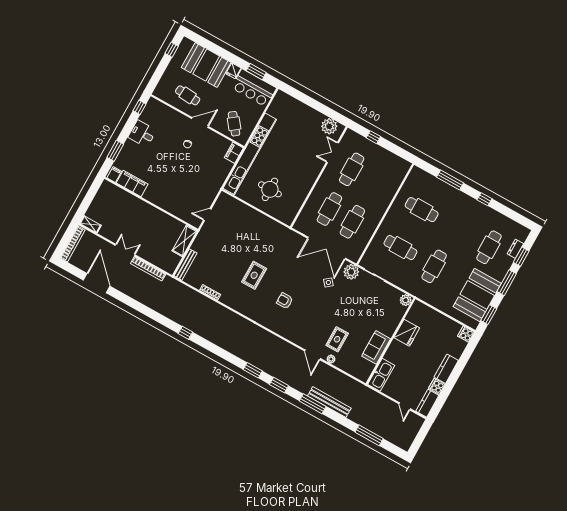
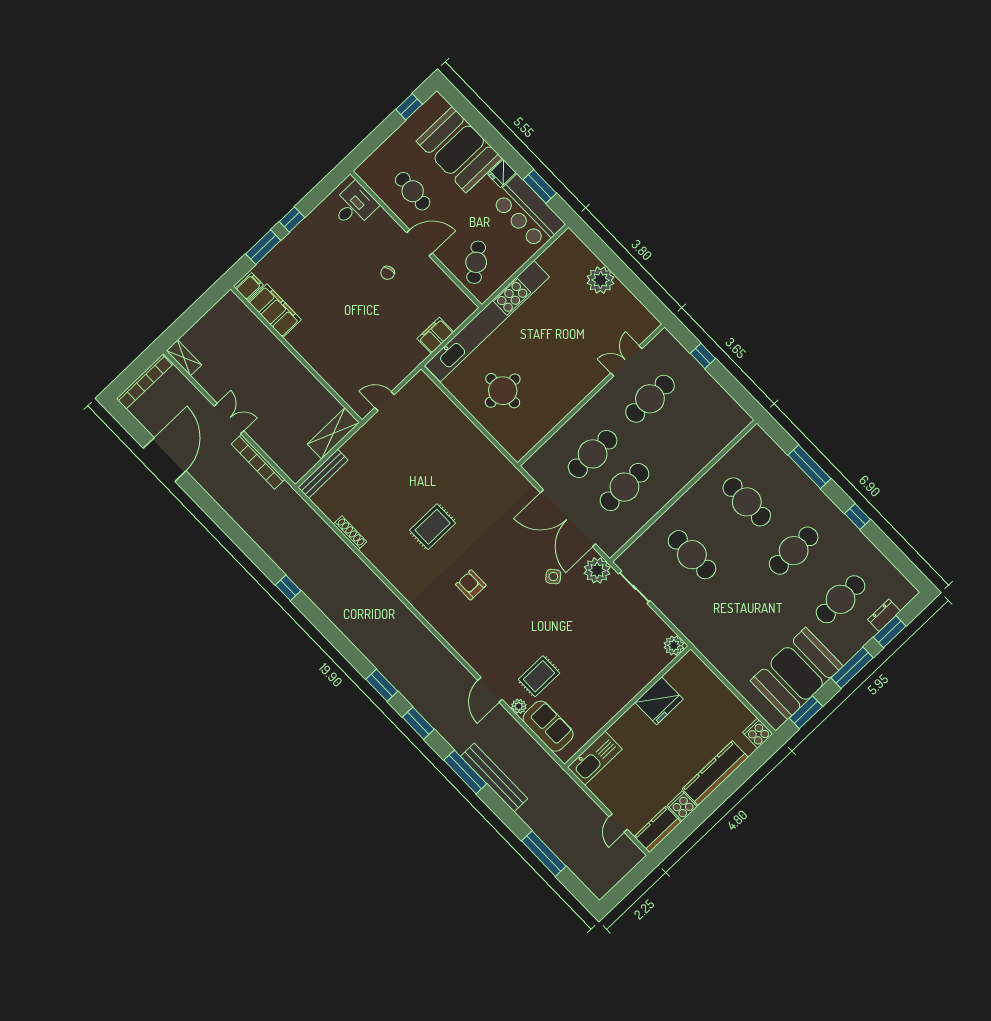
window: (139, 107) -> (292, 219), moved
plant: (329, 126) -> (600, 280), moved
desk: (142, 134) -> (354, 206), moved, turned 90
filing cabinet: (234, 153) -> (435, 335), moved
cafe table: (434, 266) -> (794, 551), moved
sofa: (376, 347) -> (548, 726), moved, turned 90
kitchen counter: (446, 369) -> (715, 773), width x1.50

